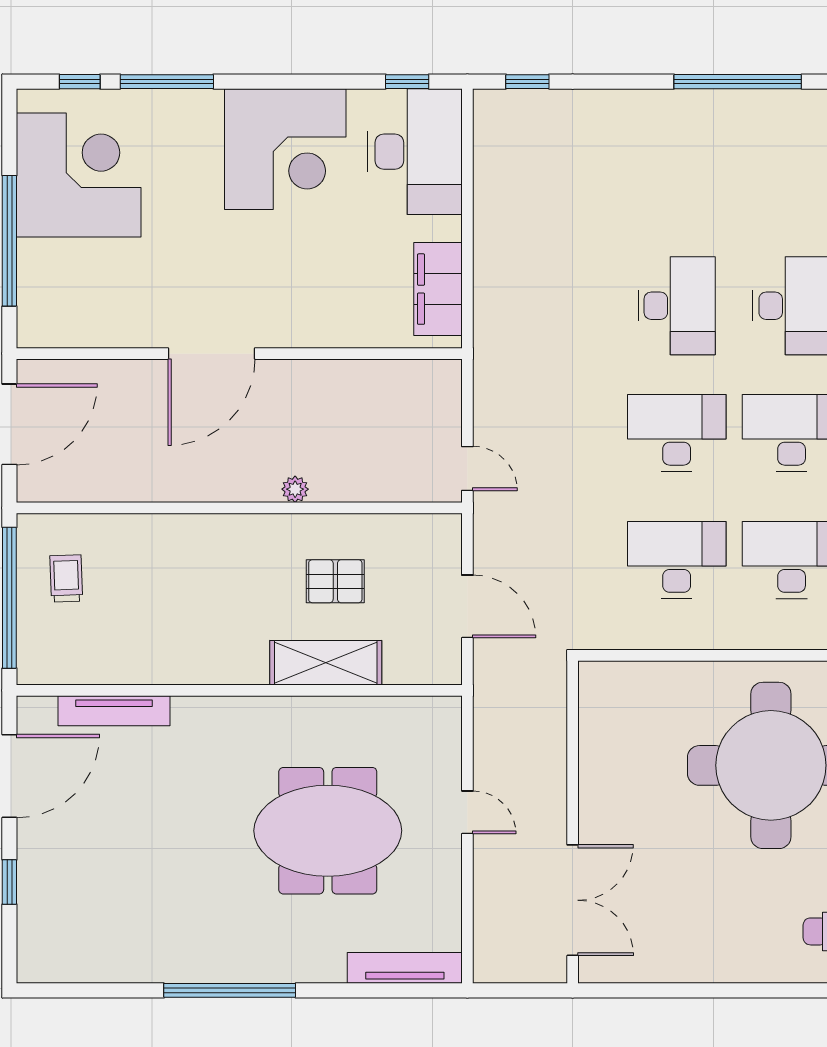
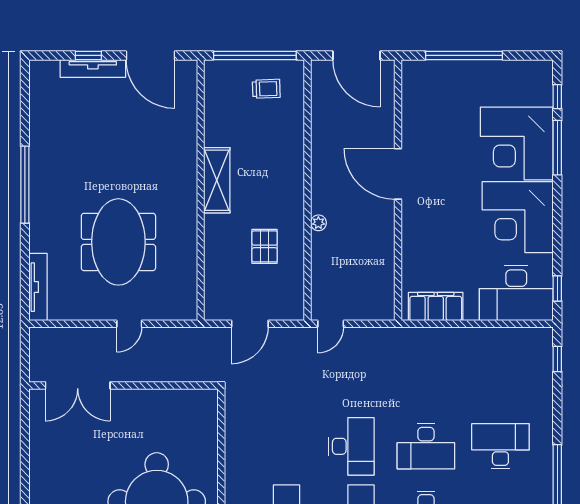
corner desk: (79, 175) -> (517, 144), moved, turned 90
desk: (677, 560) -> (500, 446), moved, turned -90
shelving: (326, 663) -> (217, 180), moved
tv unit: (114, 711) -> (93, 68), moved, turned -90

